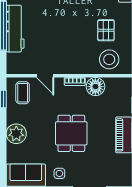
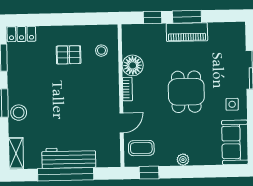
stool: (109, 59) -> (101, 51), width x0.53, depth x0.53
dining table: (71, 133) -> (186, 92), turned 90
plant: (16, 134) -> (183, 160), width x0.53, depth x0.53

